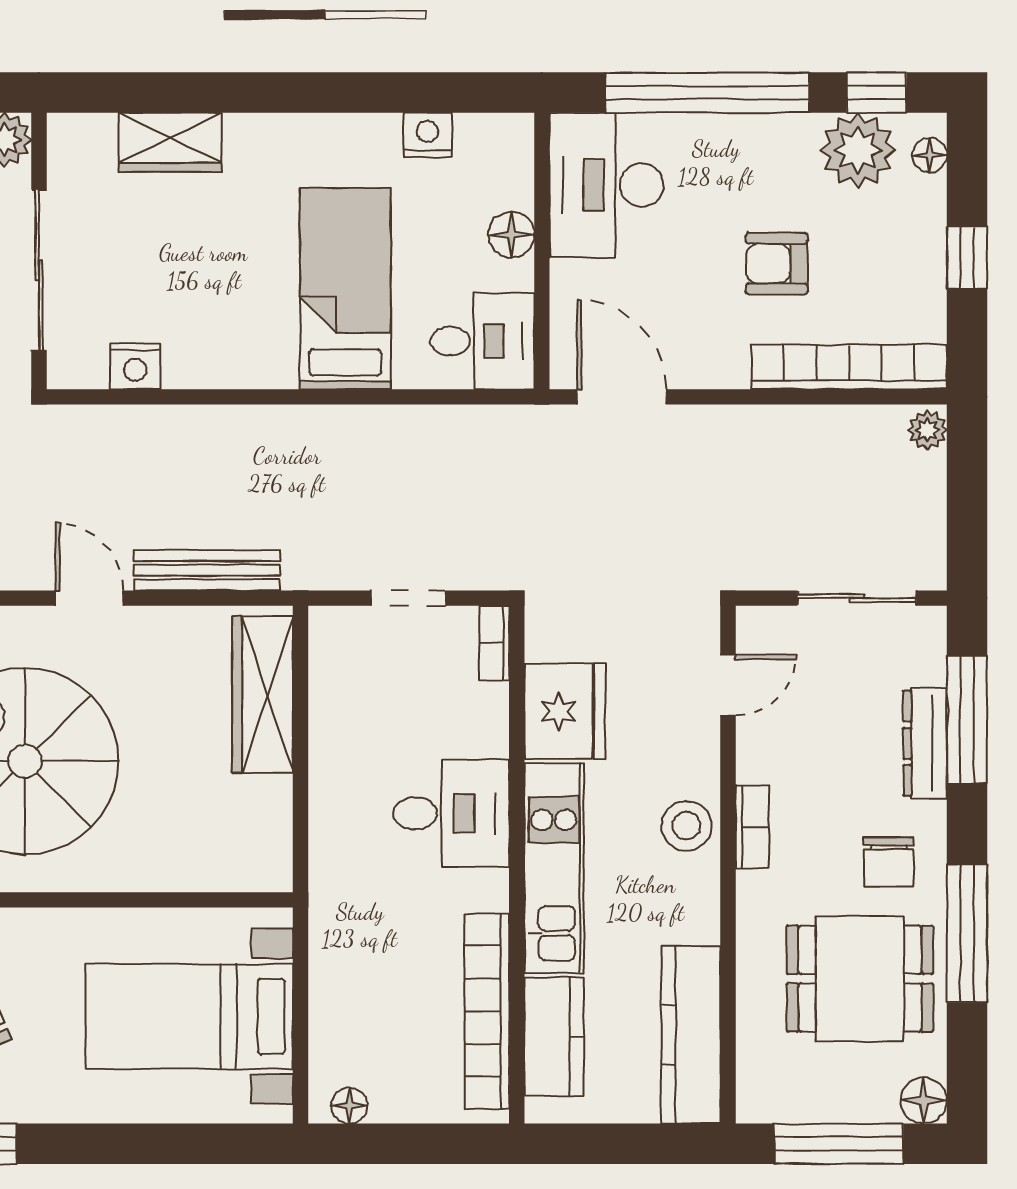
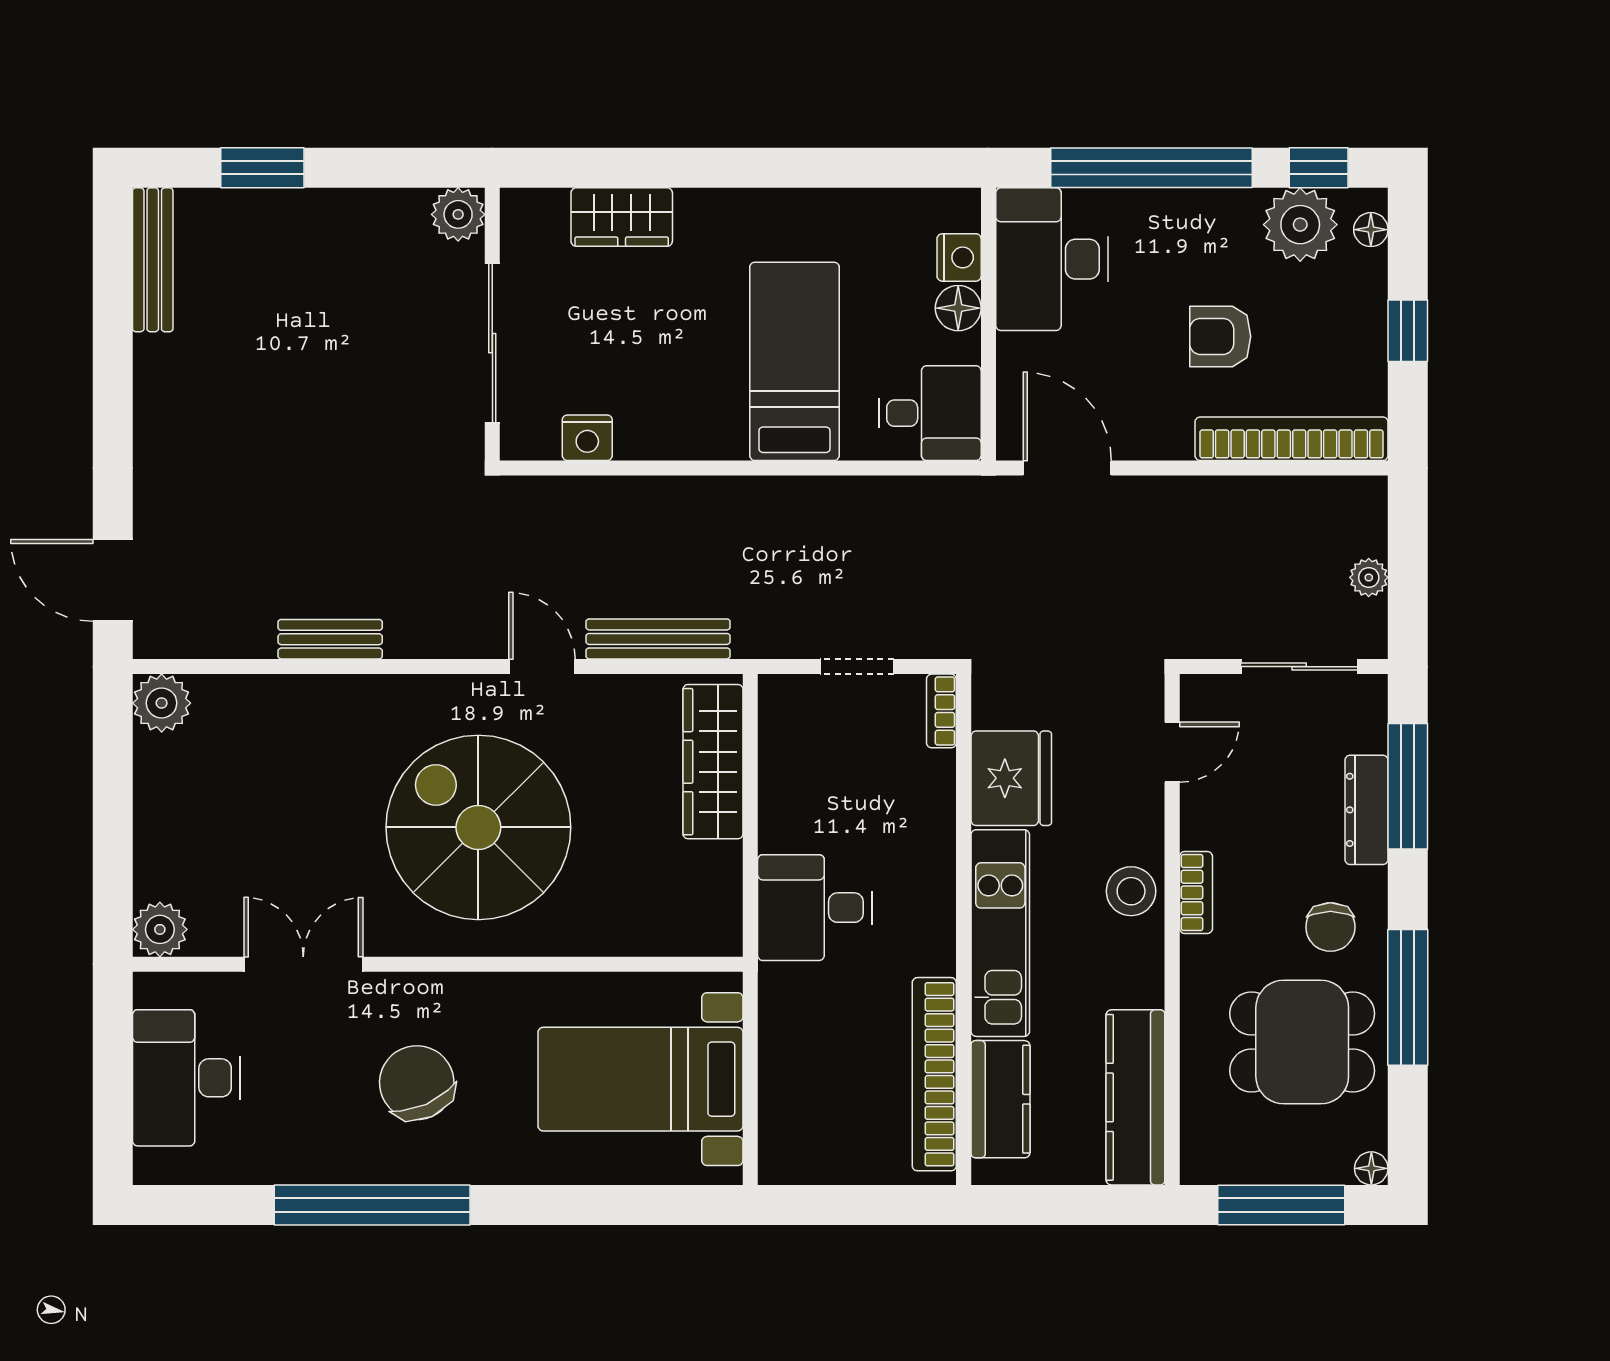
nightstand: (428, 135) -> (959, 257), moved, turned 90
plant: (927, 430) -> (1369, 577), moved
desk: (451, 813) -> (815, 908), moved, turned 180
floor lamp: (924, 1101) -> (1371, 1168), width x0.73, depth x0.73
floor lamp: (349, 1106) -> (798, 1167), removed

